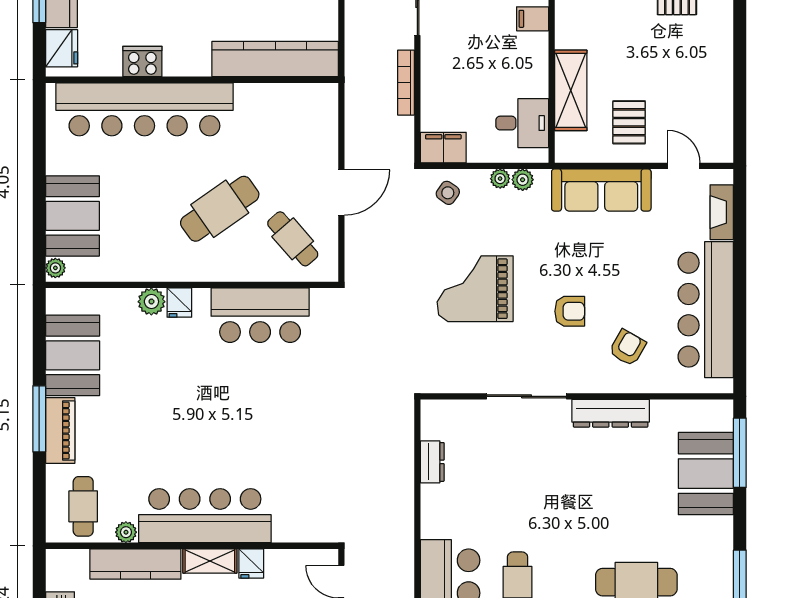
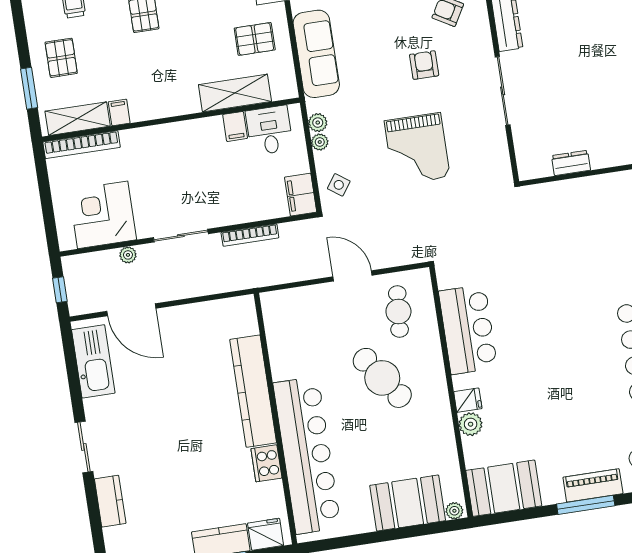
filing cabinet: (533, 19) -> (235, 126), moved
kitchen counter: (275, 59) -> (253, 391), moved
cafe table: (293, 239) -> (398, 312), turned -44
booth: (73, 355) -> (504, 488), moved

